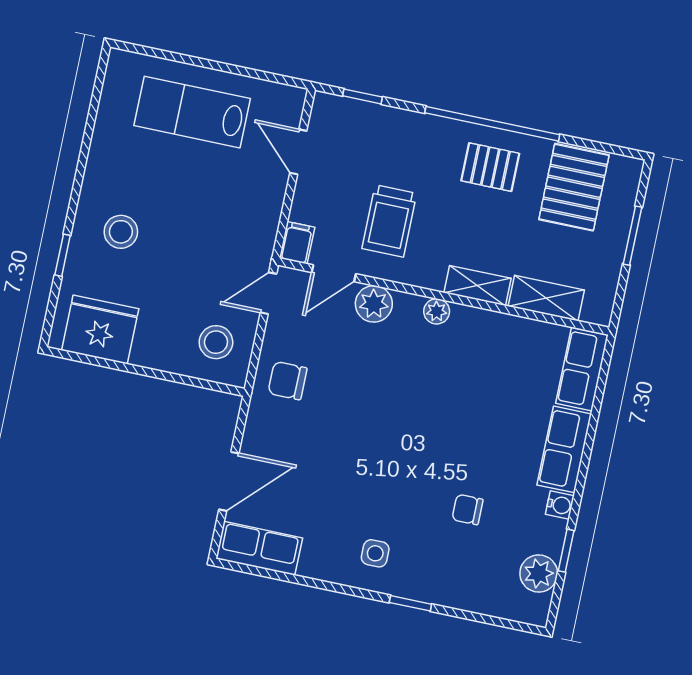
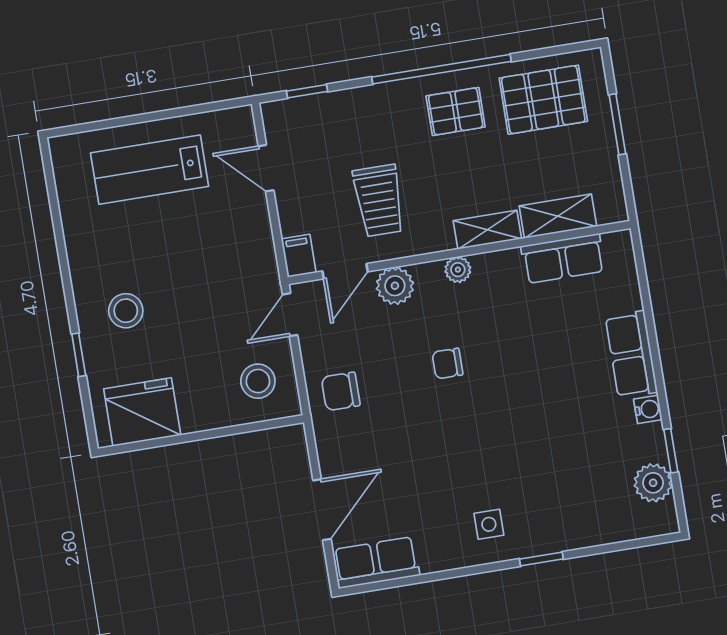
pallet: (574, 187) -> (543, 100), turned 90
row of seats: (582, 369) -> (563, 259), moved, turned -90
chair: (467, 509) -> (448, 364), moved

